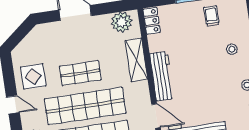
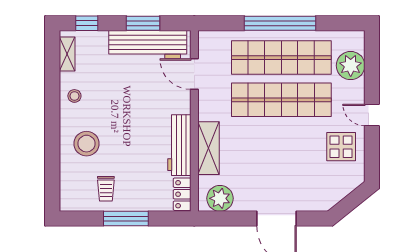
stool: (232, 49) -> (87, 144), width x1.89, depth x1.89
shop shelf: (80, 73) -> (281, 142), removed
workbench: (162, 76) -> (179, 145), moved

